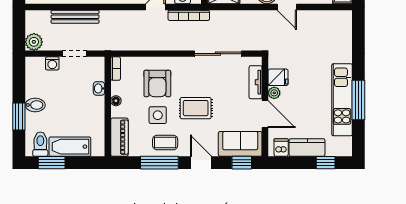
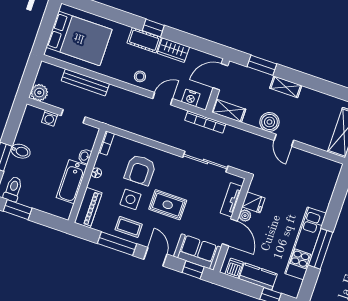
bookcase: (189, 15) -> (205, 122), moved
bathtub: (70, 147) -> (72, 182), moved, turned -90

